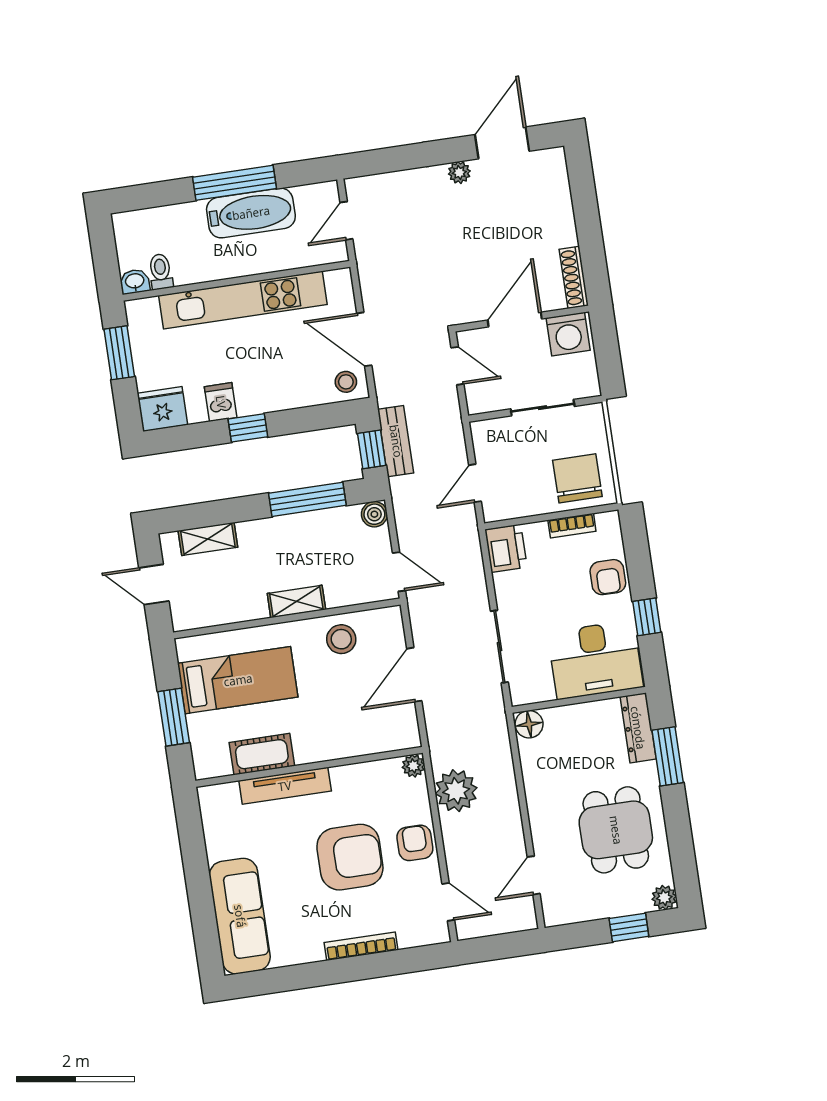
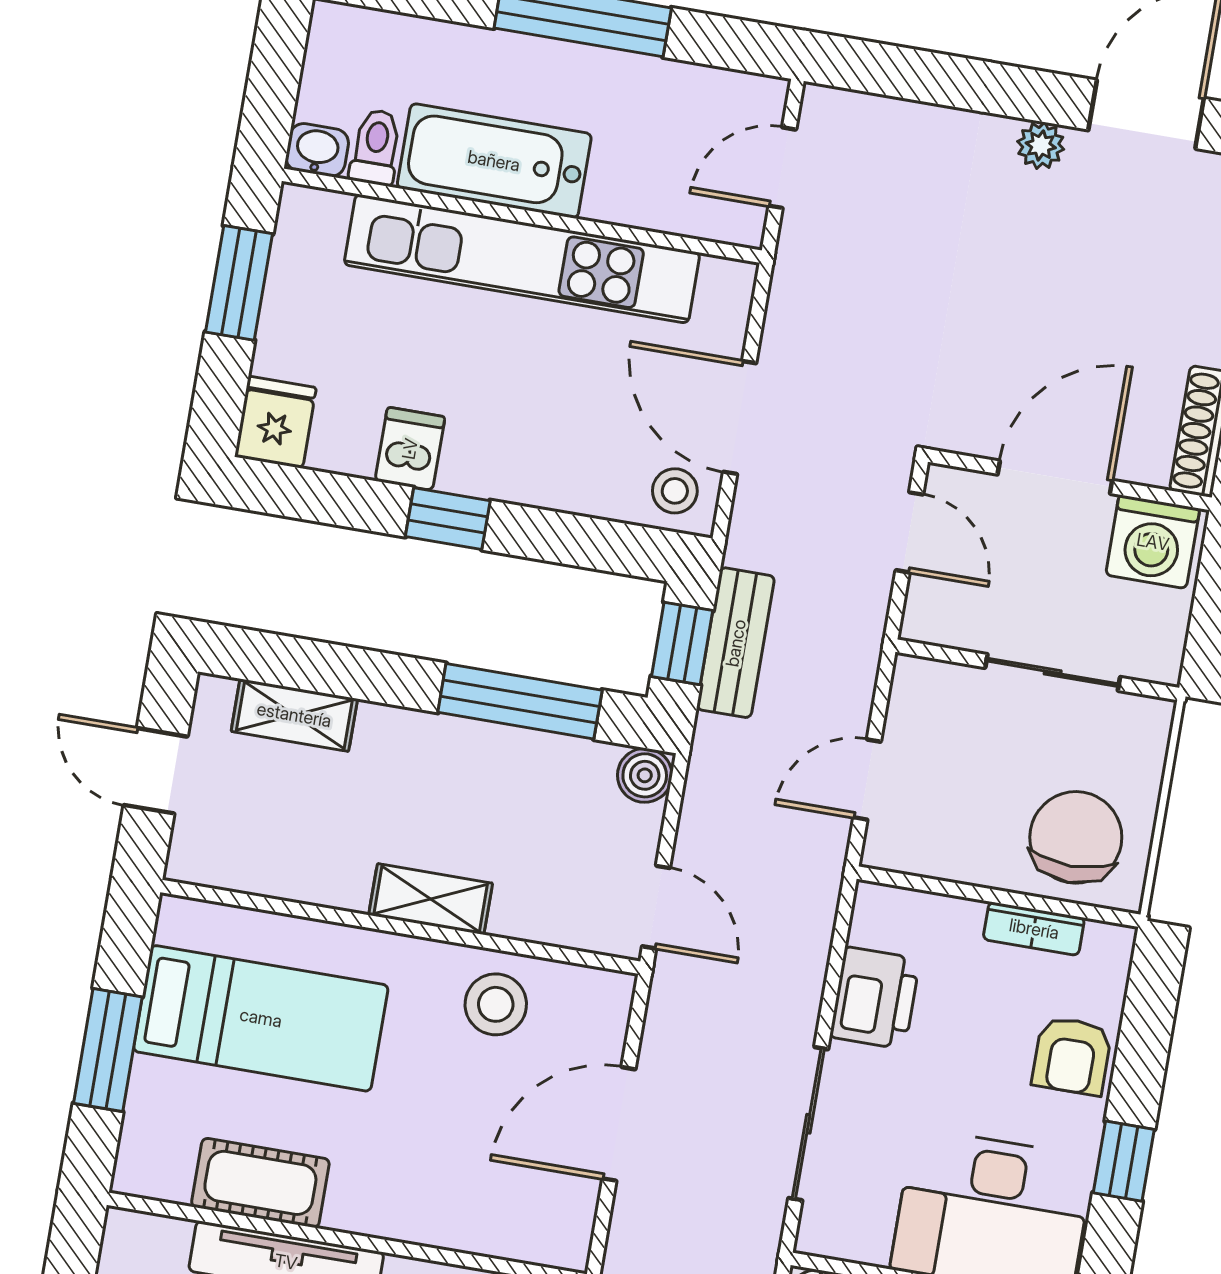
bathtub: (251, 213) -> (494, 161), moved, turned 180
fridge: (162, 409) -> (275, 422), width x0.72
printer: (506, 548) -> (875, 998), moved

